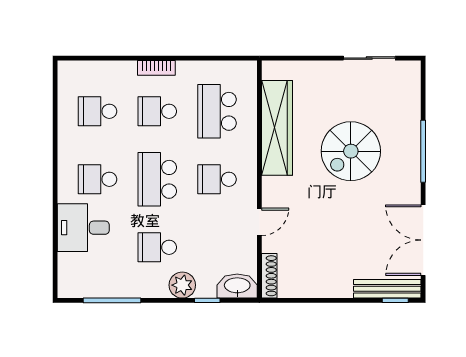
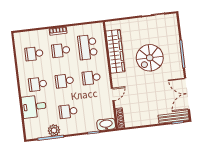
school desk: (157, 179) -> (65, 81), width x0.54
plant: (182, 285) -> (54, 130), moved

